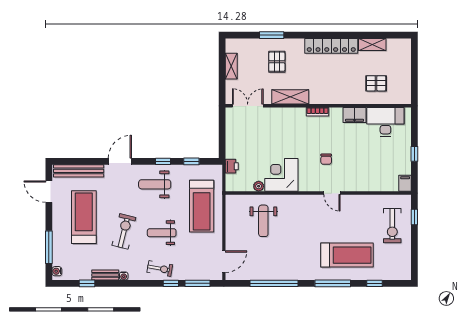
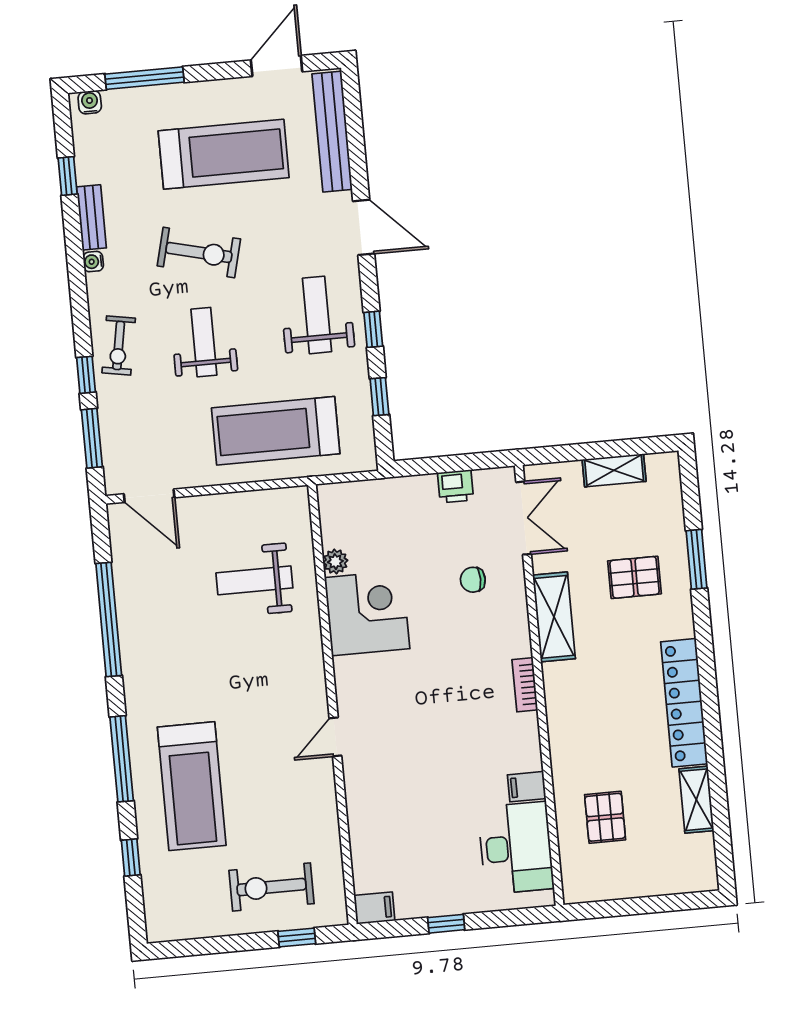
filing cabinet: (355, 115) -> (527, 787), width x0.50
chair: (326, 159) -> (473, 580), moved
printer: (232, 166) -> (456, 486), moved

